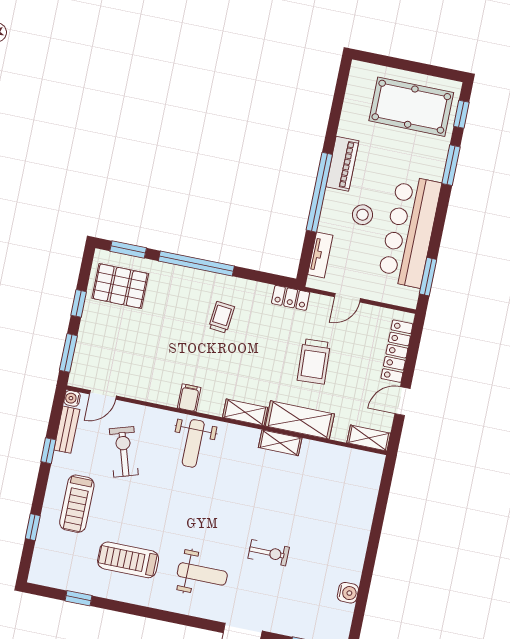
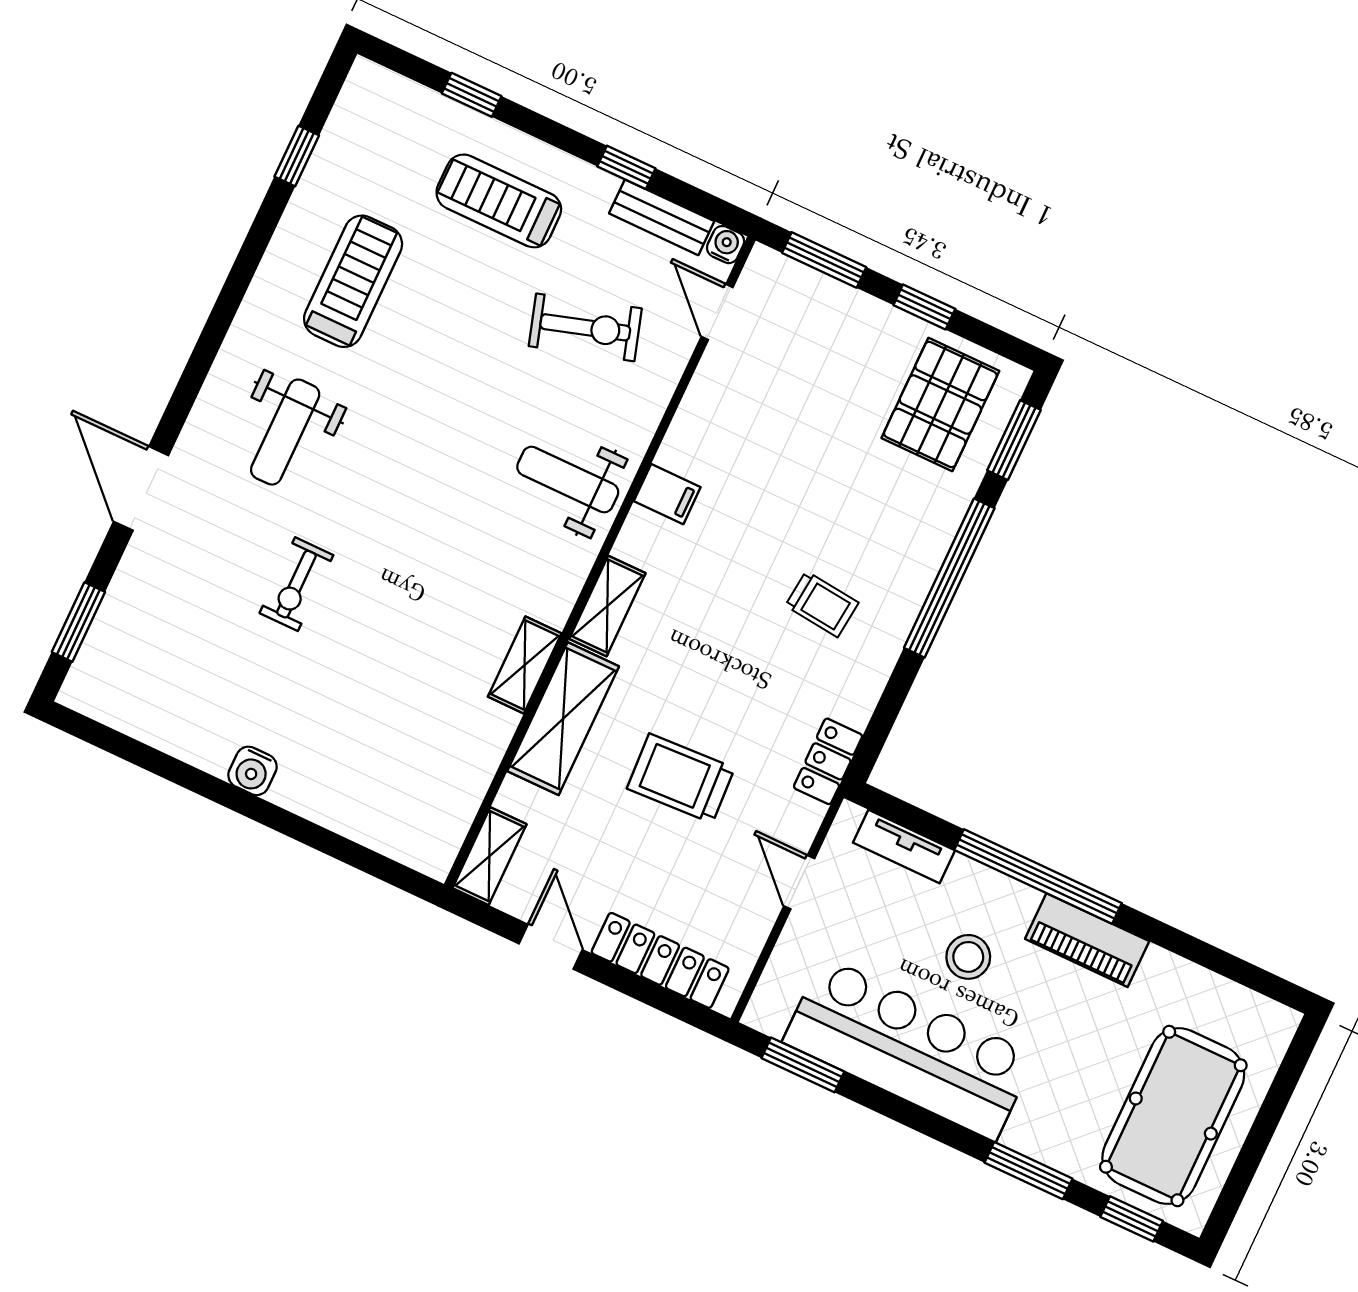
water cooler: (348, 593) -> (253, 771), moved

